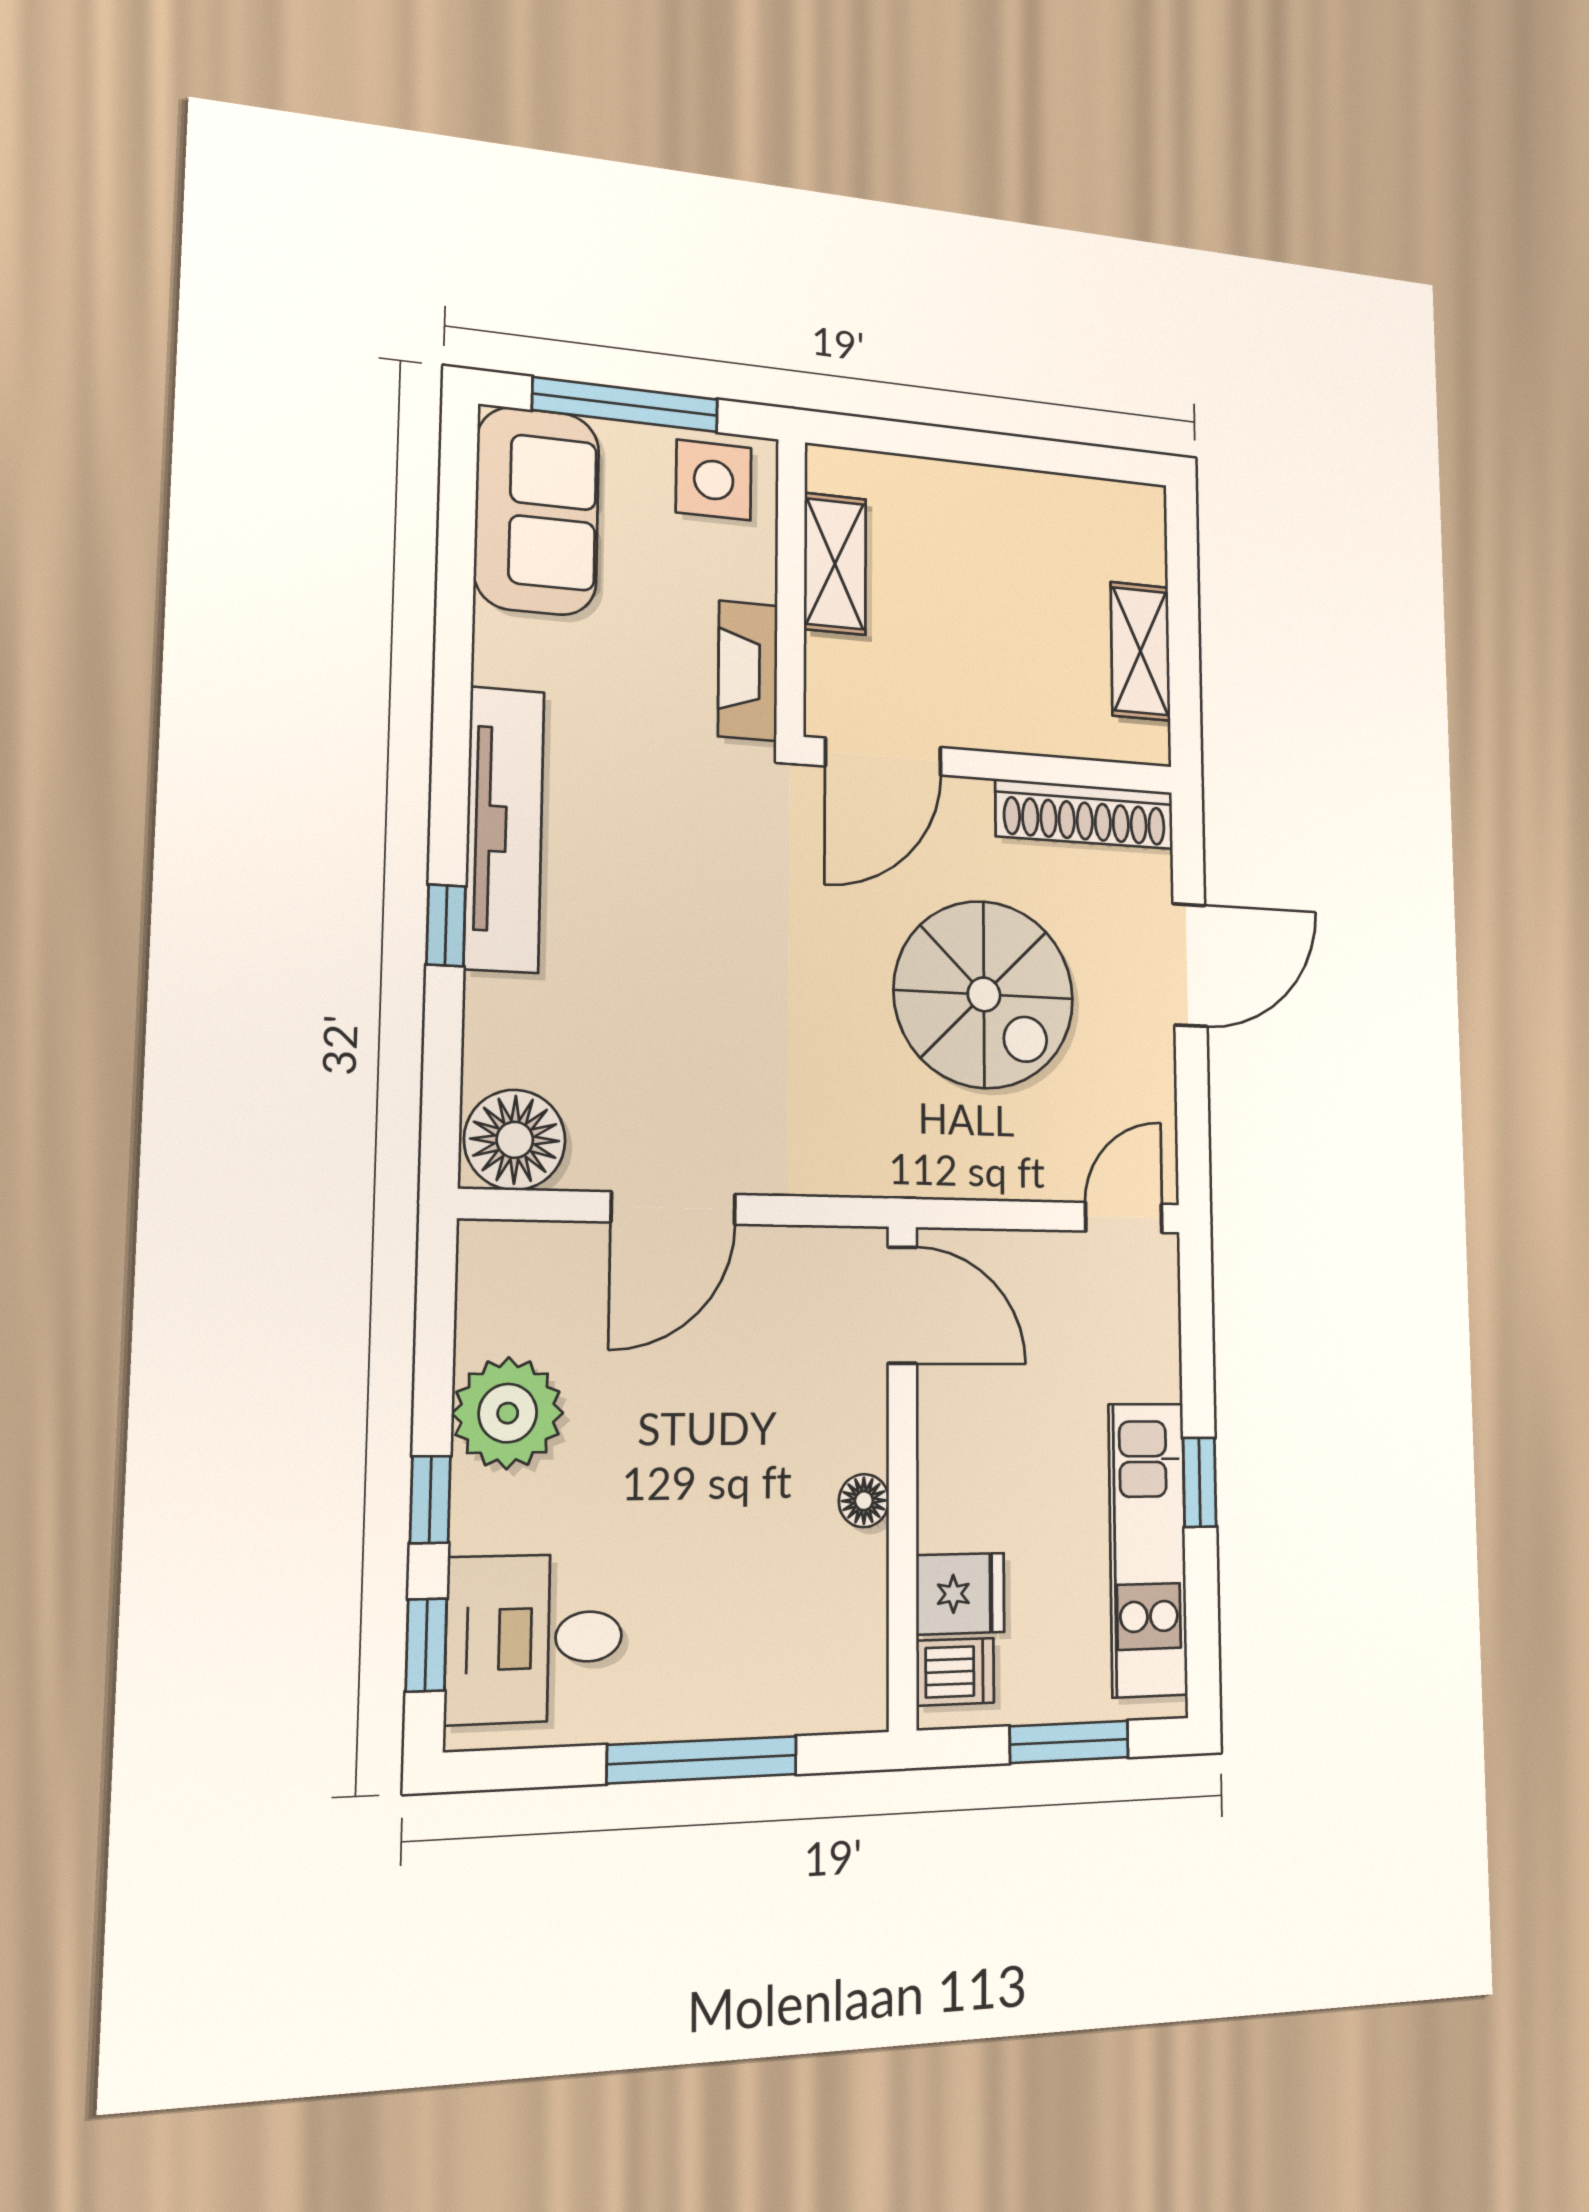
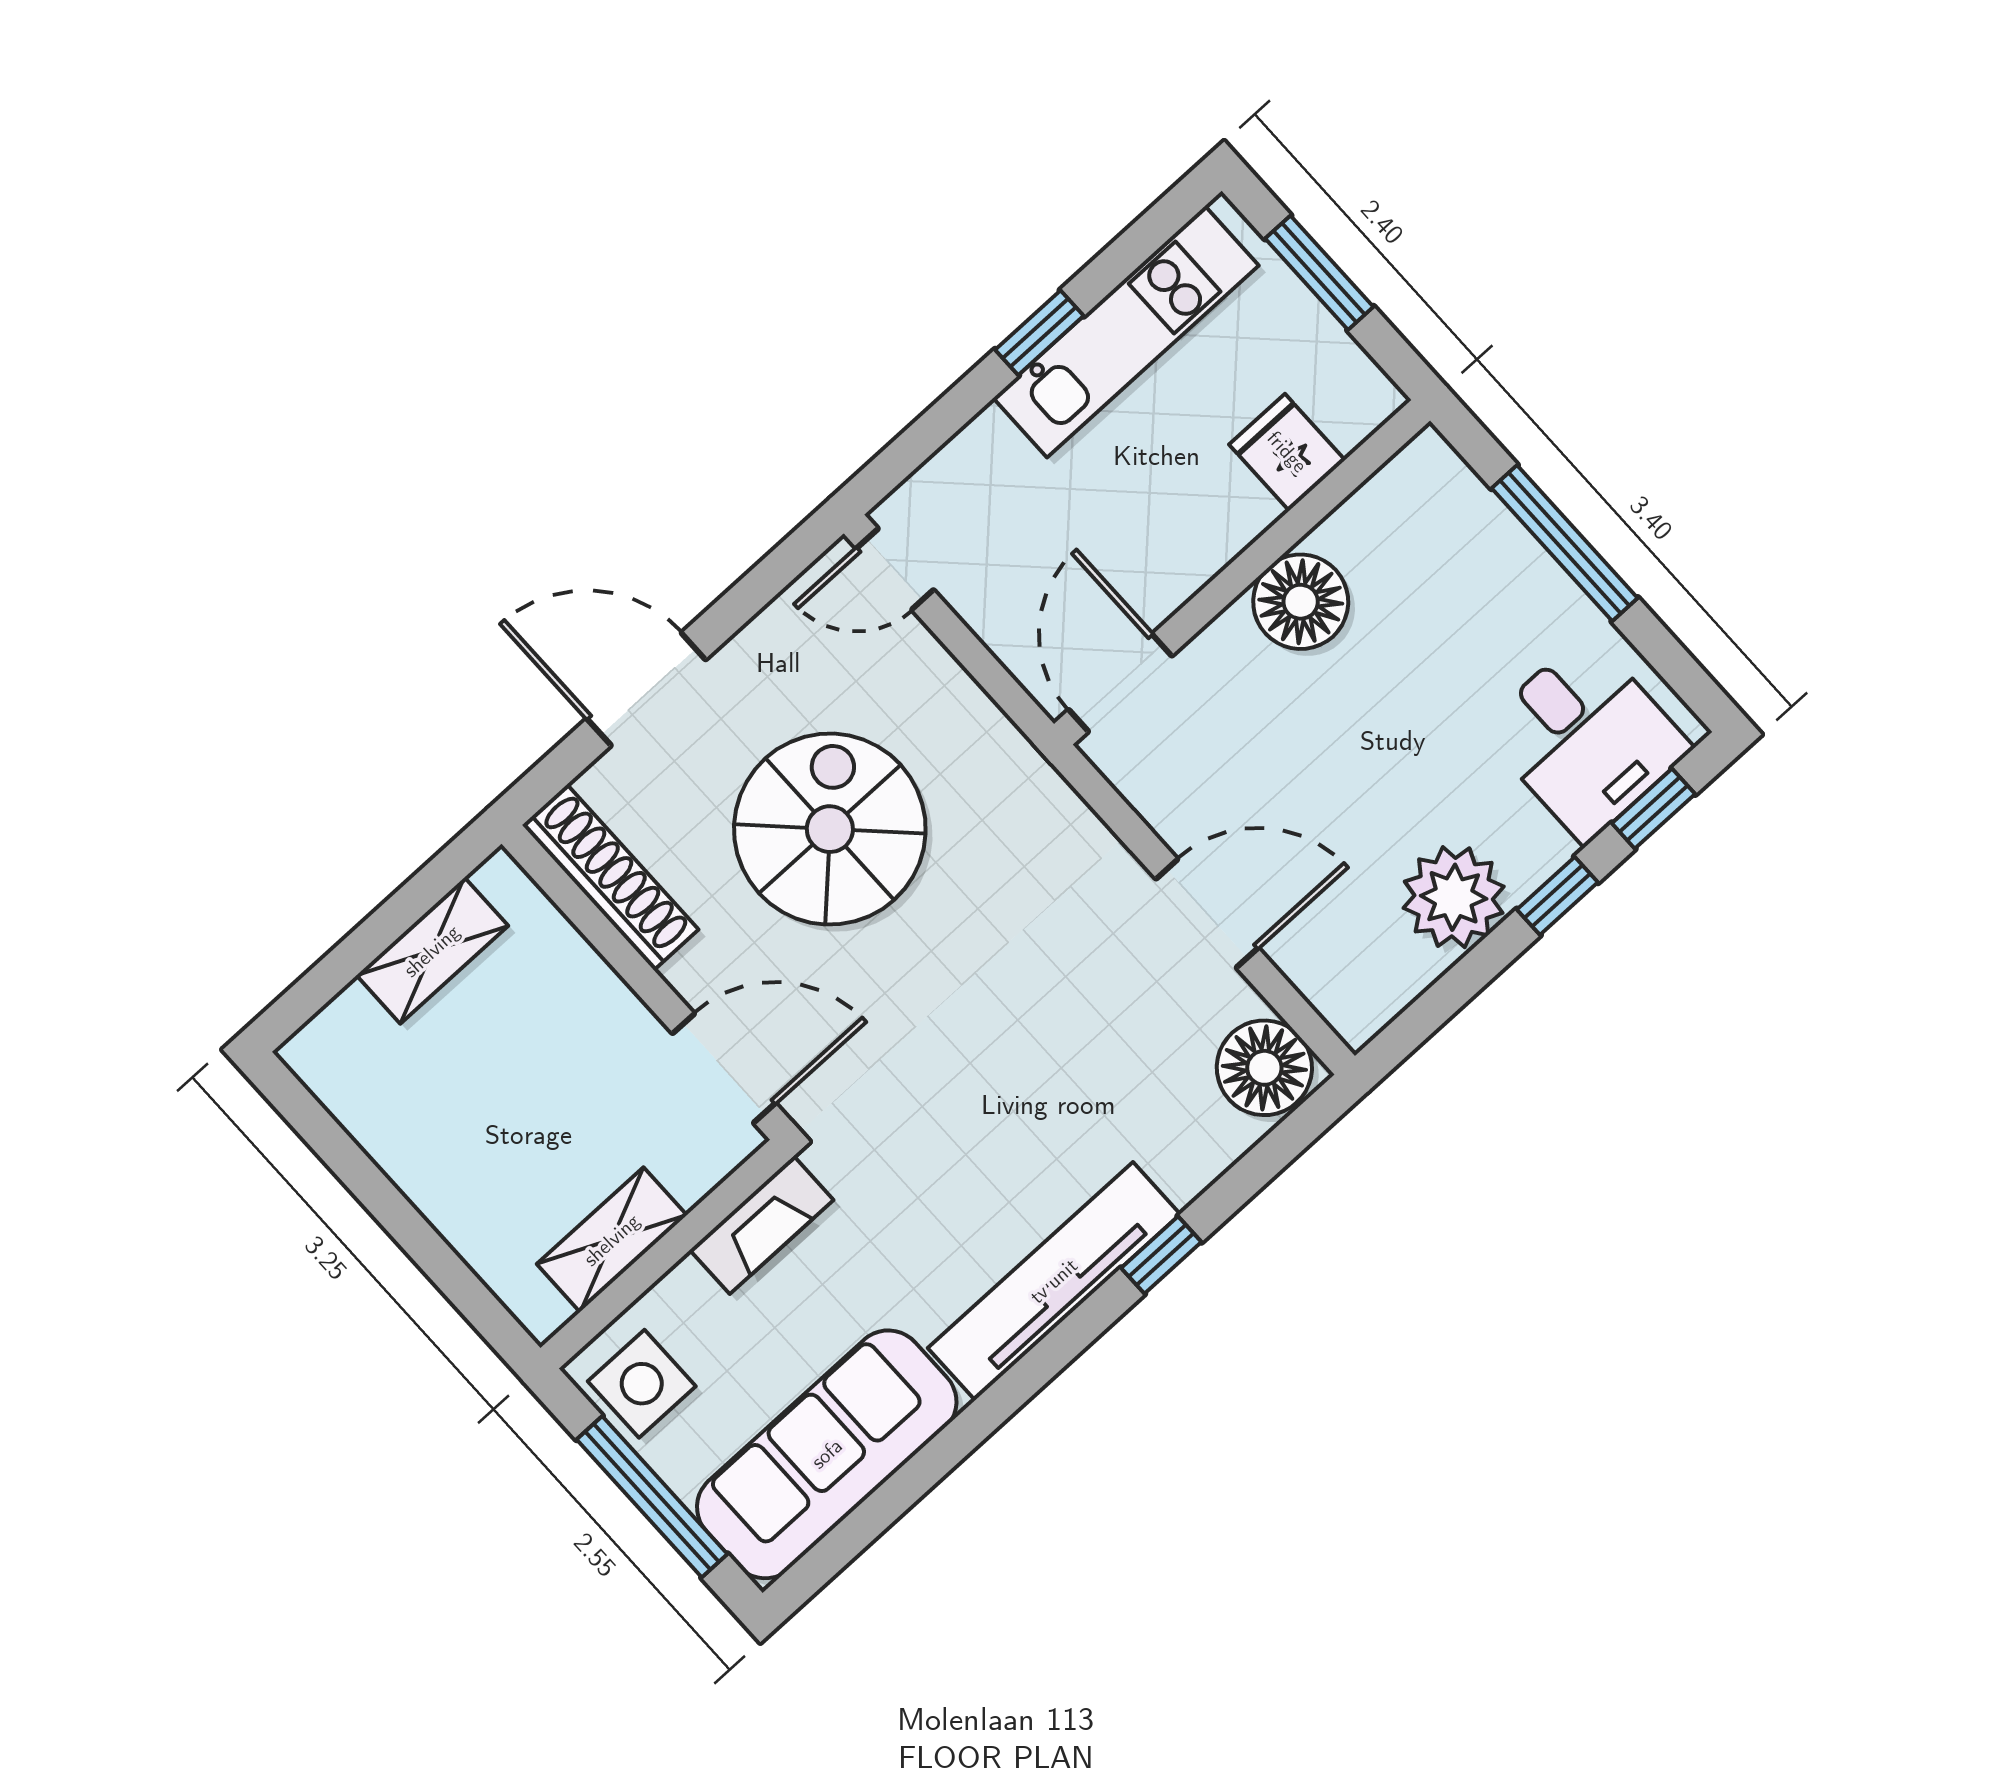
sofa: (537, 511) -> (827, 1454), width x1.36
floor lamp: (864, 1501) -> (1301, 602), width x1.89, depth x1.89
dishwasher: (955, 1672) -> (1345, 407), removed

